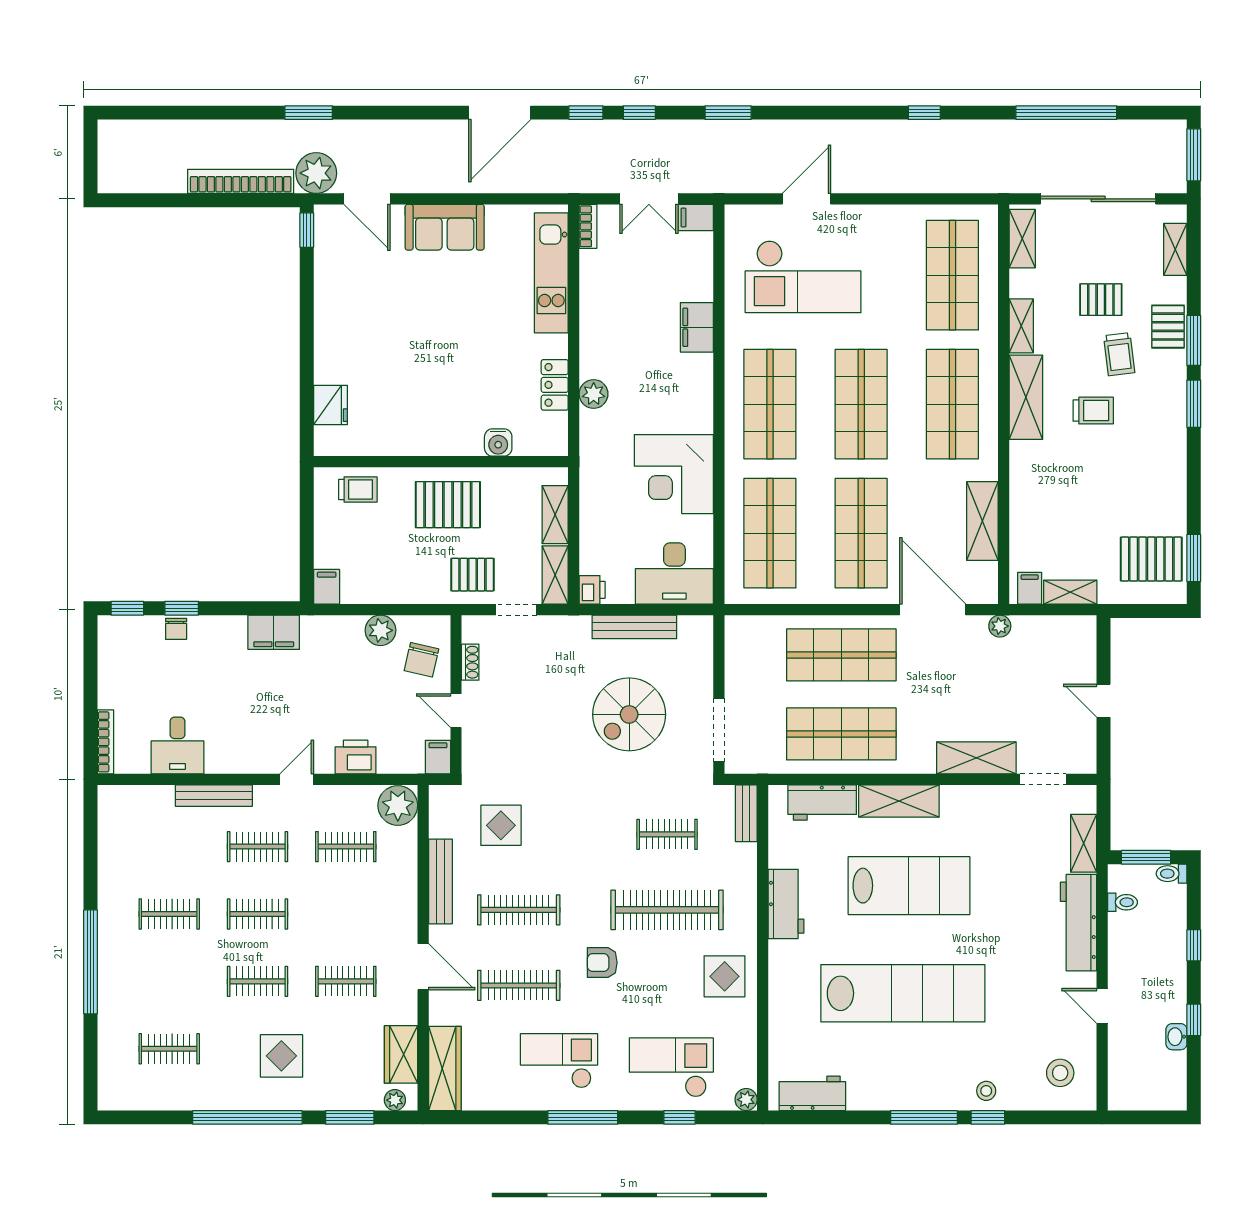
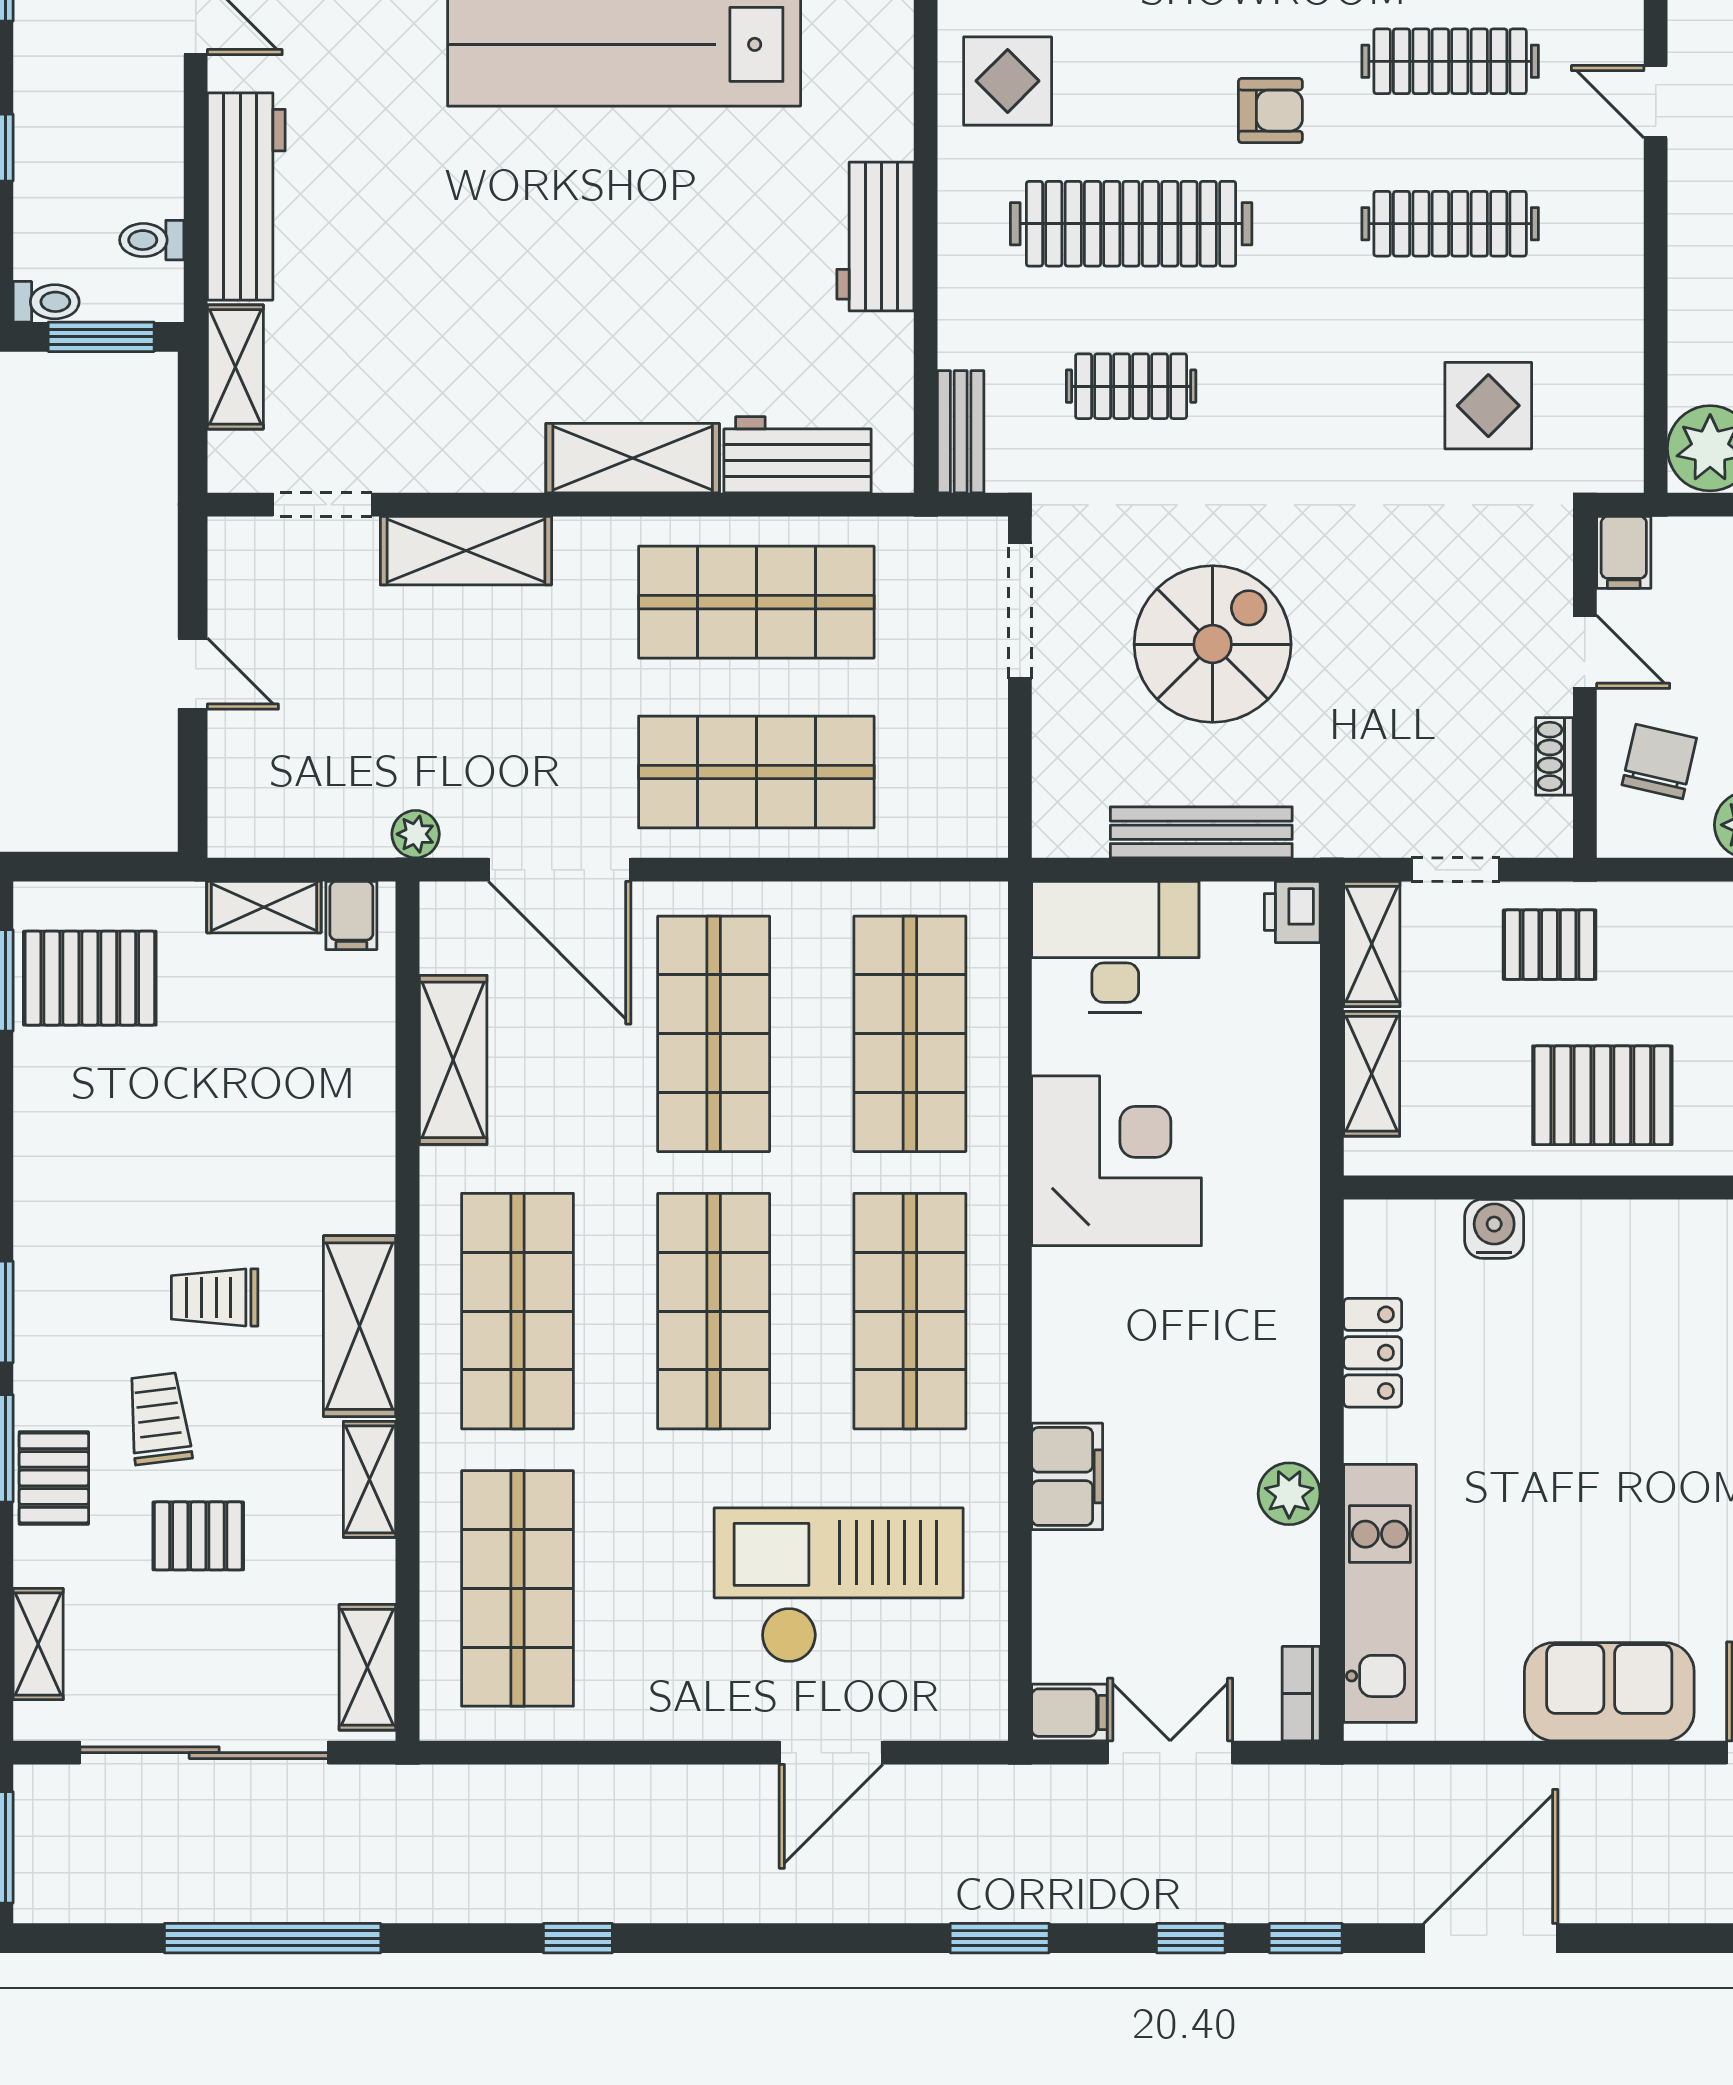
plant: (594, 394) -> (1289, 1494), moved
bench: (440, 881) -> (1618, 285), removed
lab bench: (909, 886) -> (611, 276), removed
door: (423, 967) -> (1656, 102), width x0.73

